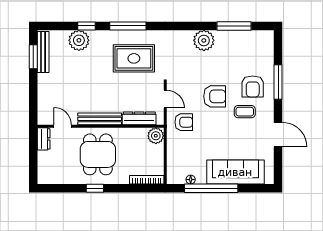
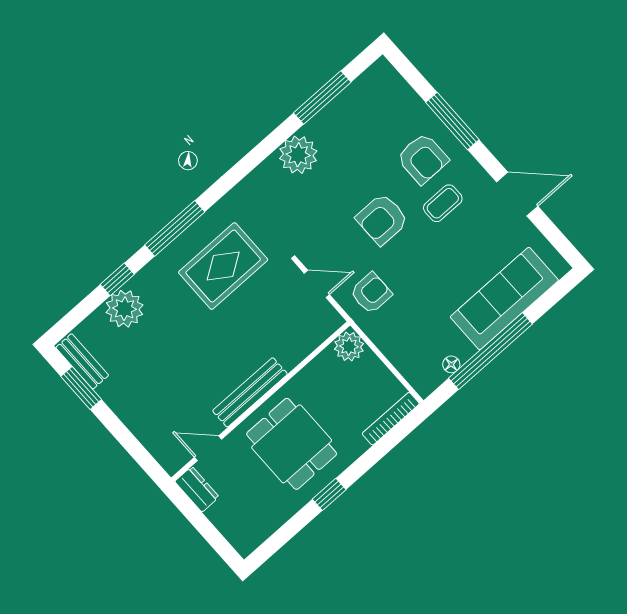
bench: (43, 52) -> (82, 361), width x0.73
armchair: (215, 96) -> (382, 219), turned 180
dresser: (139, 118) -> (304, 343), removed

